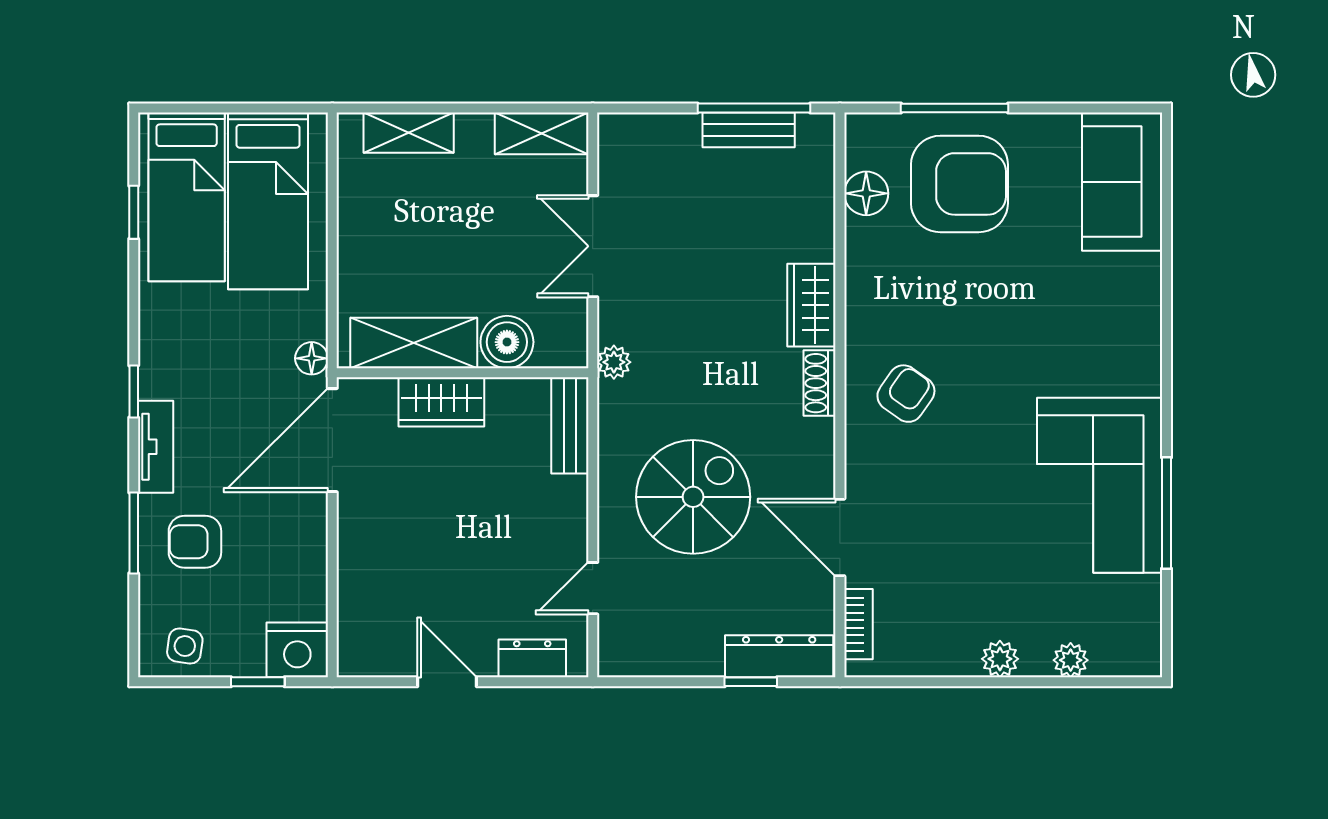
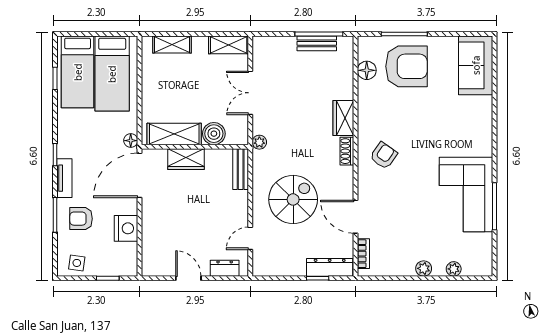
nightstand: (297, 650) -> (126, 228), moved, turned -90

